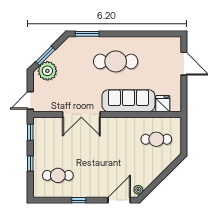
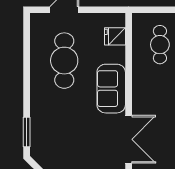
cafe table: (116, 61) -> (64, 61), moved
sofa: (128, 101) -> (111, 89), width x0.73

